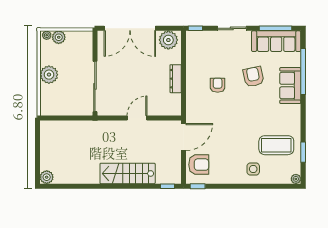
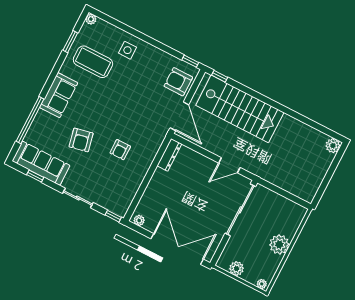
window: (276, 28) -> (35, 176), width x0.46
plant: (59, 37) -> (237, 269), moved
plant: (168, 40) -> (139, 220), width x0.53, depth x0.53
dresser: (176, 79) -> (169, 155), moved
sofa: (290, 86) -> (59, 95), moved
door: (137, 118) -> (229, 165), moved
door: (183, 137) -> (179, 116), swing flipped
stairs: (128, 173) -> (240, 109), width x1.36, depth x1.51

